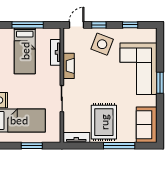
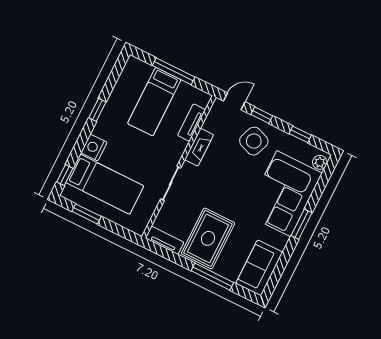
plant: (152, 37) -> (320, 162), added
window: (32, 146) -> (87, 214), moved

